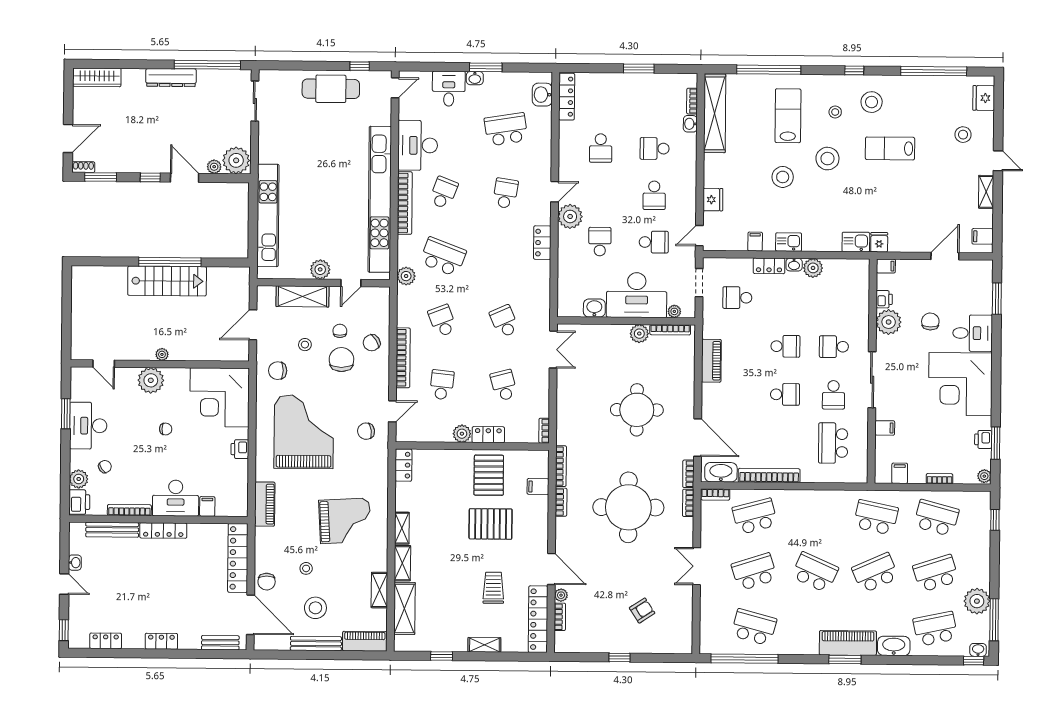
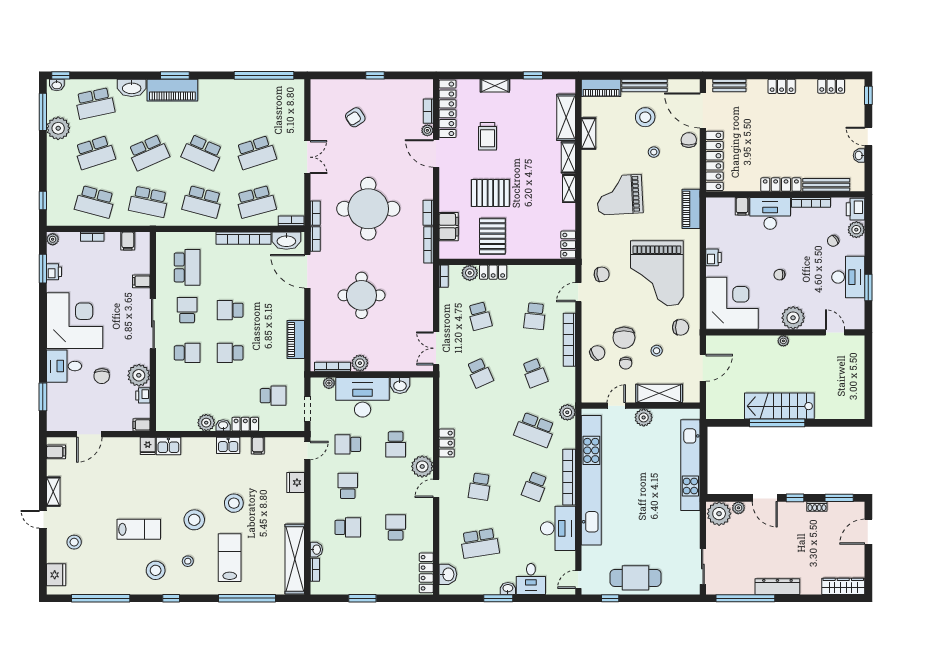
lab bench: (788, 116) -> (230, 558), turned 180
shoe rack: (83, 167) -> (817, 506), moved
plant: (462, 434) -> (470, 273), moved
filing cabinet: (538, 487) -> (449, 227), width x2.00
school desk: (754, 627) -> (202, 202), moved

